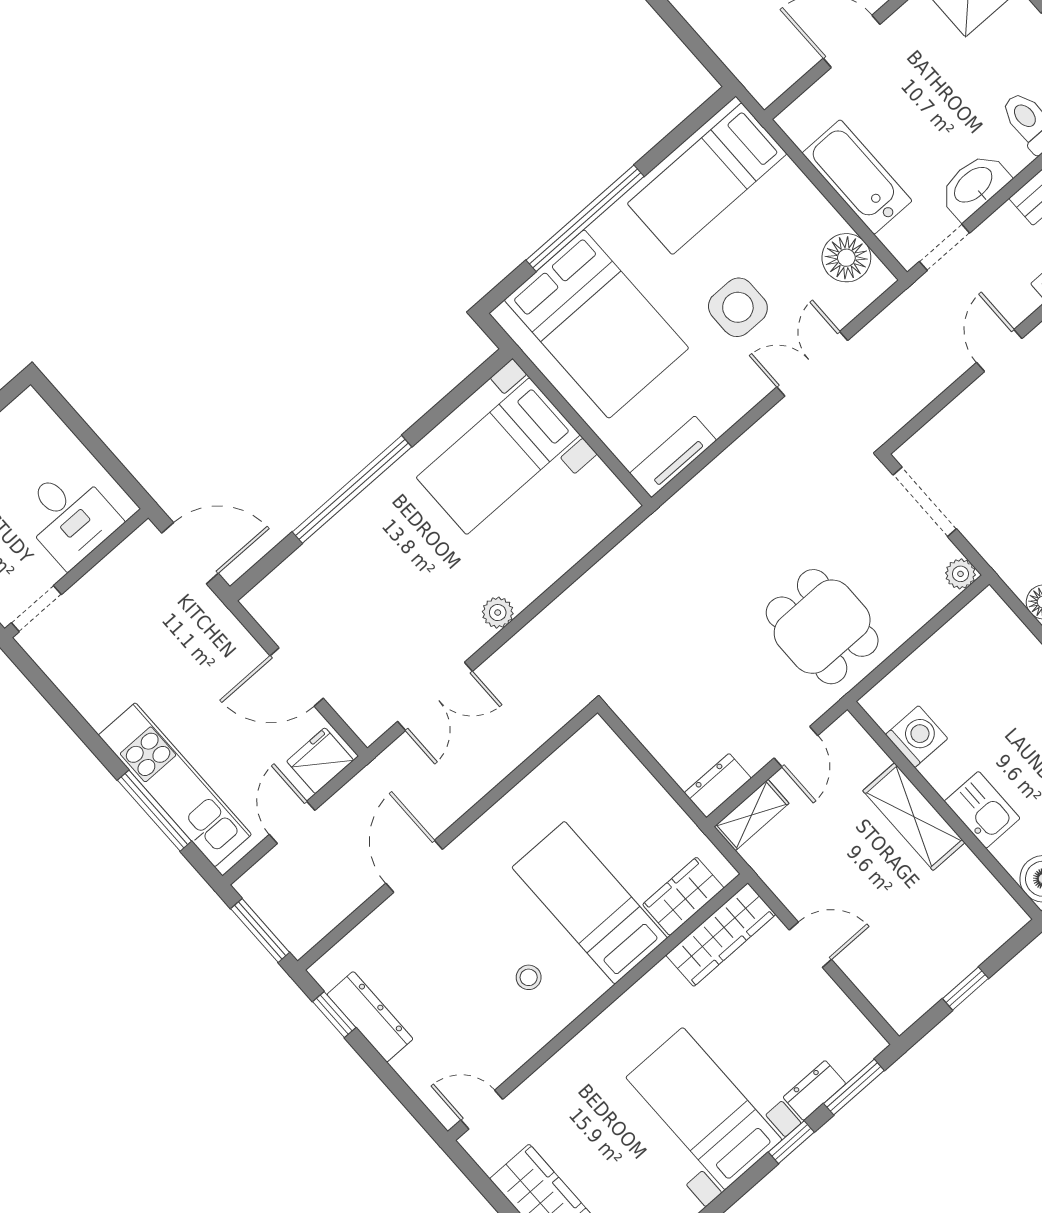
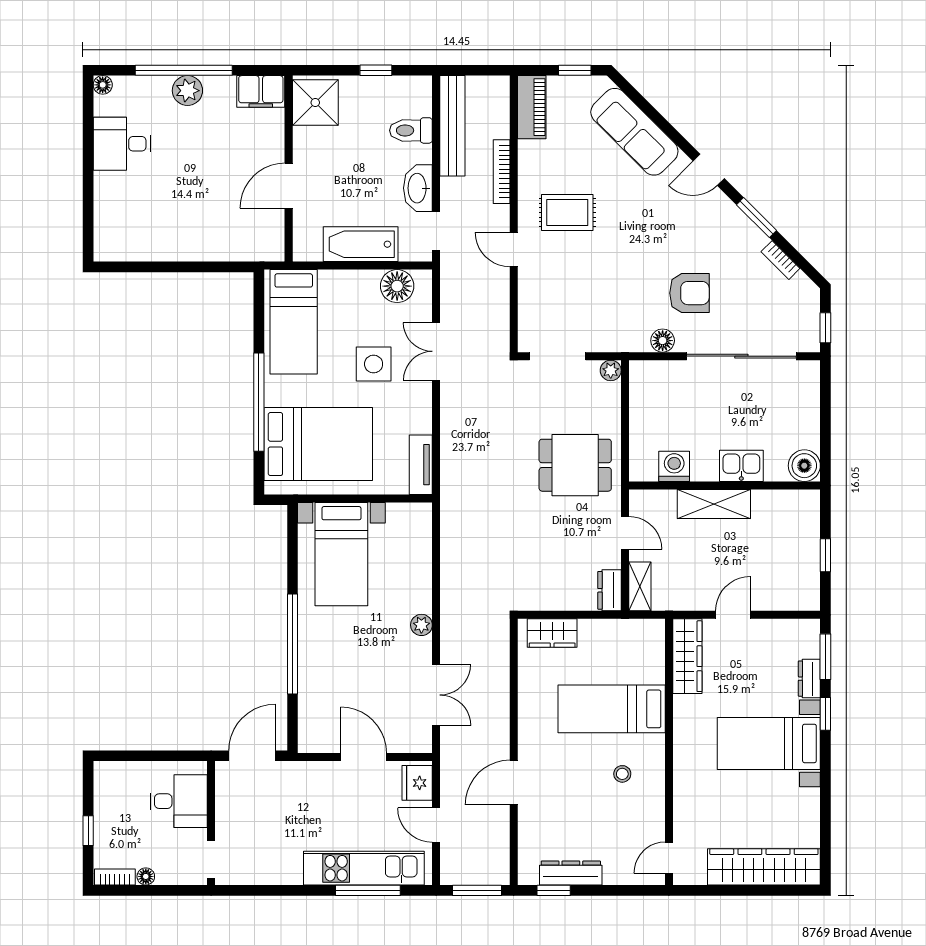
door: (297, 677) -> (364, 757), swing flipped
door: (414, 866) -> (514, 782), hinge flipped
wardrobe: (683, 896) -> (552, 633), moved, turned -90

